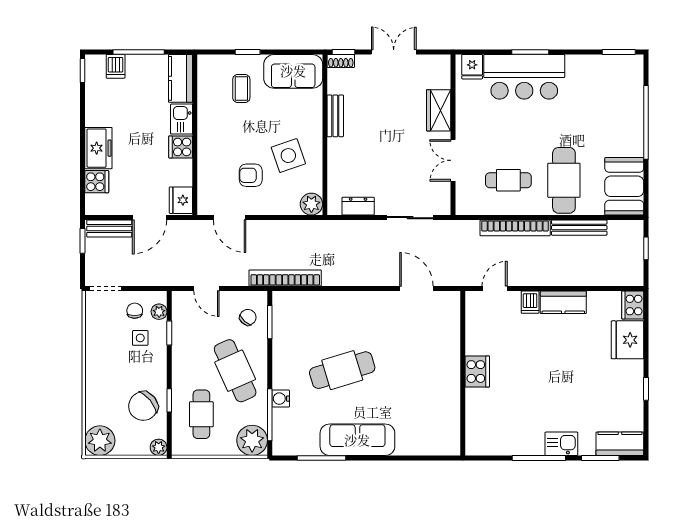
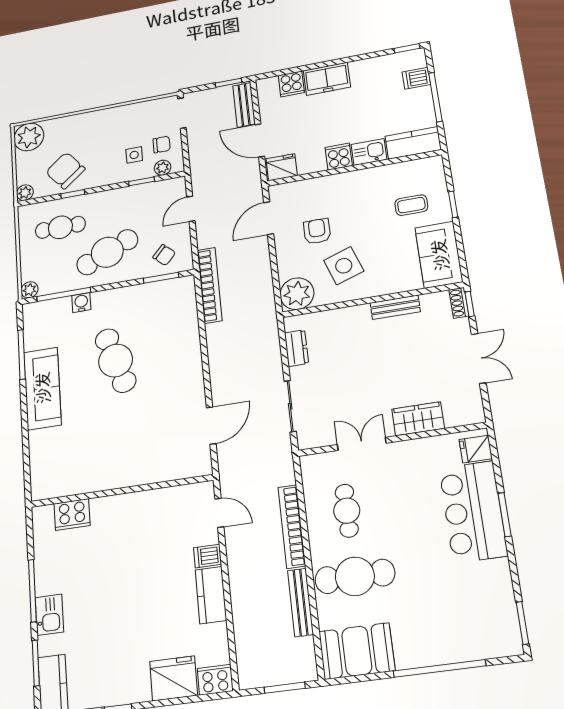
plant: (311, 204) -> (297, 294), width x1.36, depth x1.36
window: (646, 248) -> (285, 688), width x1.50
cooker: (477, 372) -> (72, 515), moved
plant: (252, 440) -> (29, 290), width x0.53, depth x0.53

